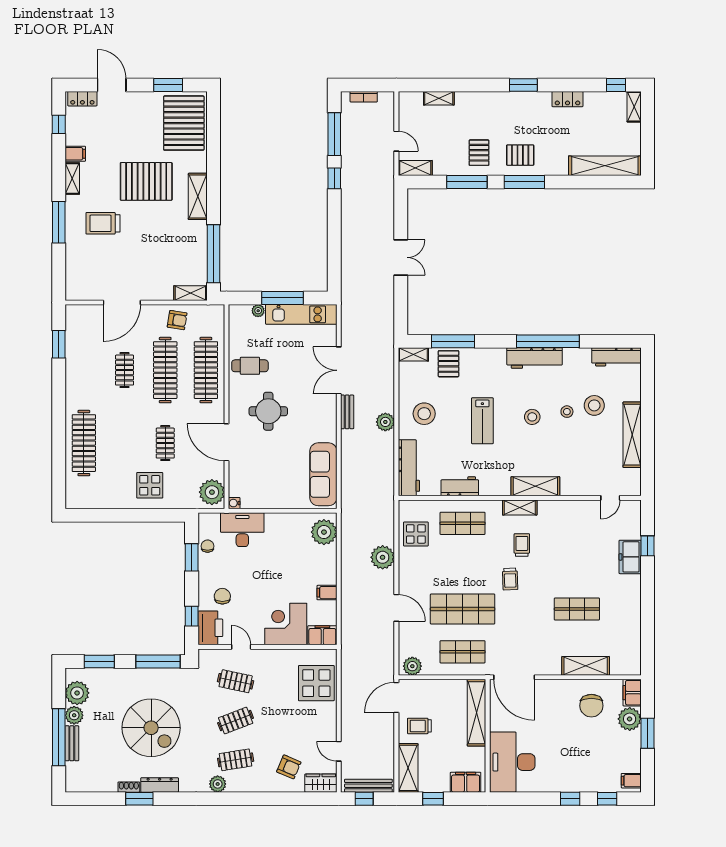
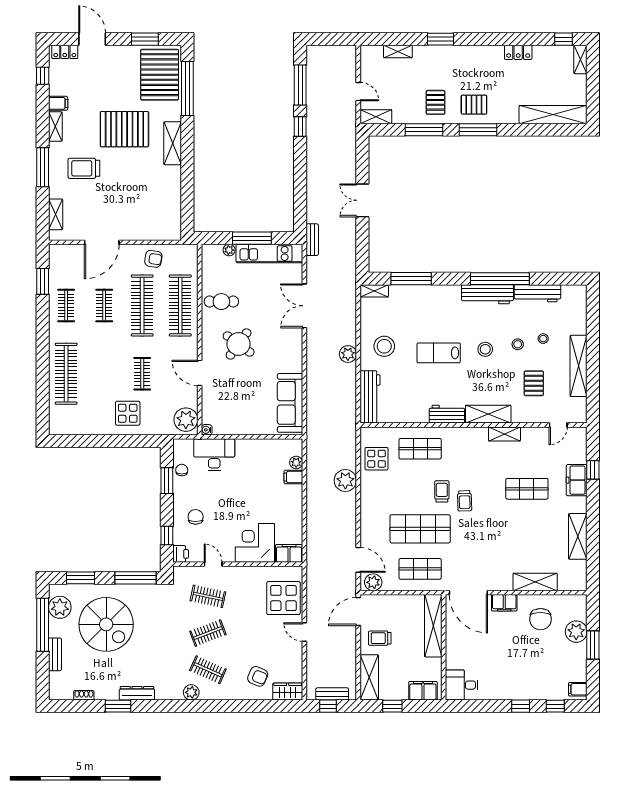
window: (523, 85) -> (441, 39), moved
bookcase: (364, 97) -> (328, 50), removed
window: (213, 254) -> (187, 88), moved
double door: (401, 257) -> (362, 200), swing flipped
shelving: (190, 293) -> (56, 214), moved, turned 90
workbench: (616, 357) -> (538, 293), moved
pallet: (448, 364) -> (534, 383), moved
clothes rail: (84, 370) -> (66, 306), added
stool: (594, 405) -> (543, 339), width x0.53, depth x0.53
round table: (268, 411) -> (239, 344), turned 36
bench: (347, 412) -> (312, 240), moved
lab bench: (482, 421) -> (439, 353), turned 90
door: (227, 442) -> (200, 373), width x0.73
workbench: (460, 486) -> (447, 414), moved
shelving: (520, 507) -> (504, 434), moved
plant: (324, 532) -> (296, 463), width x0.53, depth x0.53
trolley: (522, 545) -> (442, 491), moved
filing cabinet: (327, 593) -> (293, 477), moved
door: (396, 608) -> (358, 560), moved
shop shelf: (577, 609) -> (527, 489), moved
shelving: (631, 617) -> (578, 536), added
printer: (210, 628) -> (181, 554), width x0.53, depth x0.68
filing cabinet: (632, 693) -> (504, 603), moved, turned -90
plant: (74, 715) -> (57, 628), removed
spiral stairs: (151, 728) -> (106, 624), moved
window: (59, 737) -> (43, 625), moved
door: (339, 751) -> (304, 632), moved
clothes rail: (236, 760) -> (208, 670), turned 33
desk: (512, 762) -> (462, 685), width x0.53, depth x0.77
bench: (368, 786) -> (332, 694), width x0.73
shoe rack: (129, 787) -> (84, 695), moved

